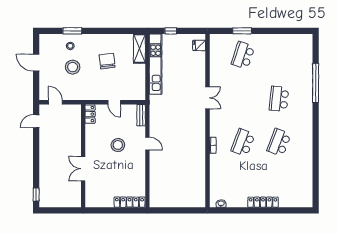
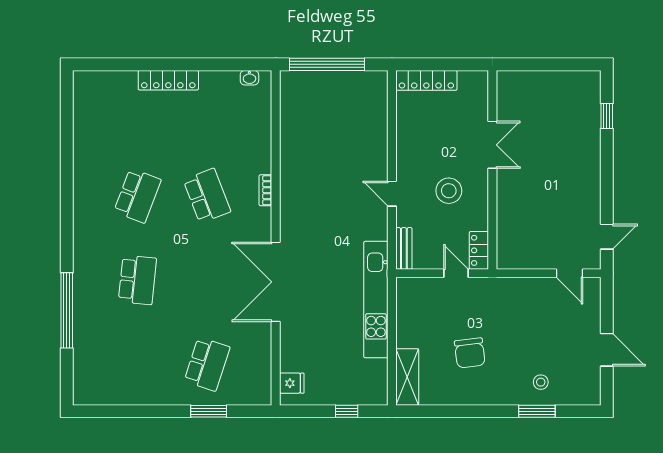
kitchen unit: (156, 64) -> (376, 300), moved
stool: (73, 67) -> (536, 341), removed
double door: (207, 98) -> (276, 282), width x1.87
locker: (90, 114) -> (479, 250), moved
school desk: (243, 142) -> (207, 196), turned -42
wall: (83, 156) -> (492, 170), moved
double door: (83, 169) -> (492, 145), moved
window: (36, 195) -> (607, 116), moved
window: (181, 210) -> (327, 64), added

